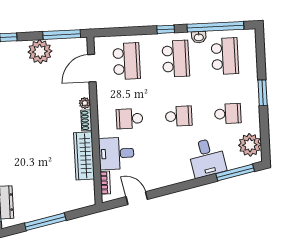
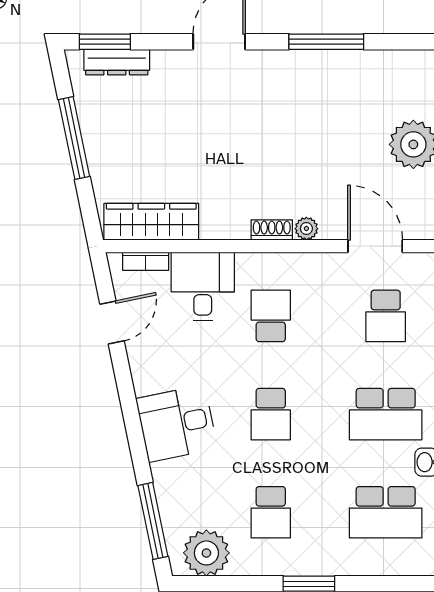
school desk: (127, 61) -> (386, 316), width x0.54
wardrobe: (84, 156) -> (151, 222), moved
desk: (207, 158) -> (177, 424), moved

